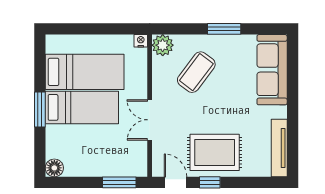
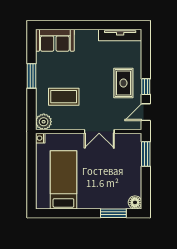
sofa: (272, 70) -> (55, 40), width x0.73
coffee table: (196, 72) -> (64, 97), turned -37
bed: (82, 107) -> (90, 182), removed
window: (40, 109) -> (113, 213), moved
rug: (215, 152) -> (123, 83), width x0.73, depth x0.70

